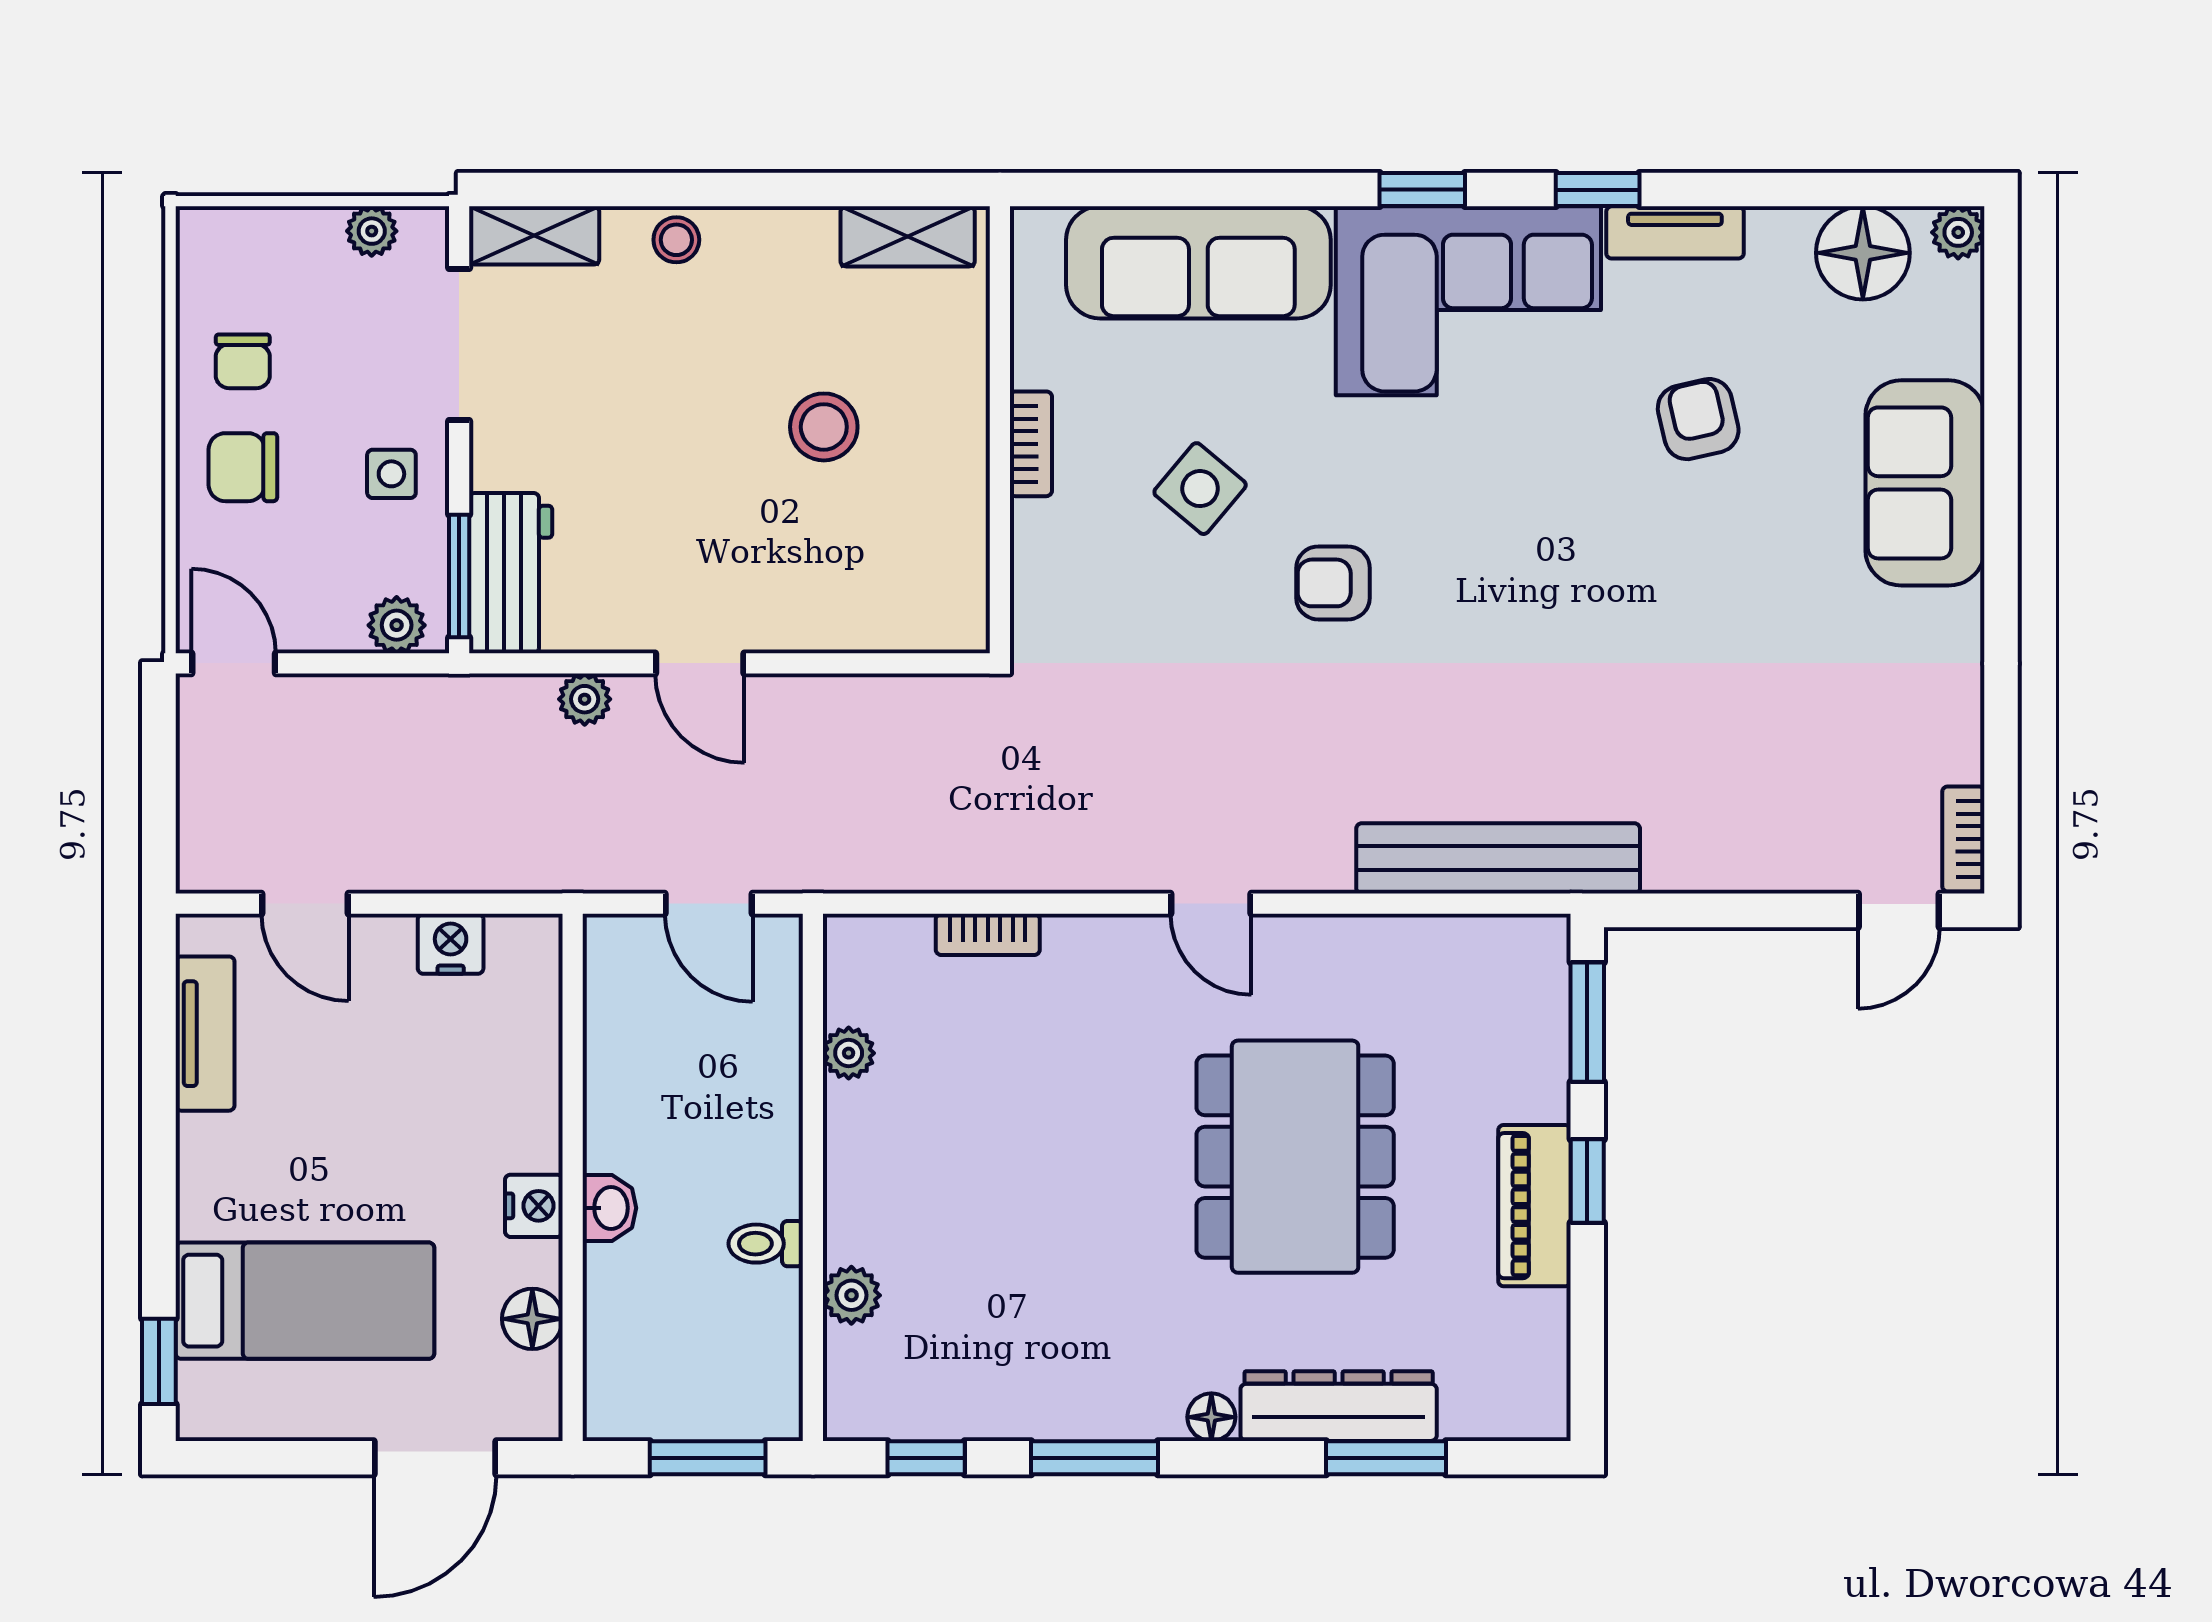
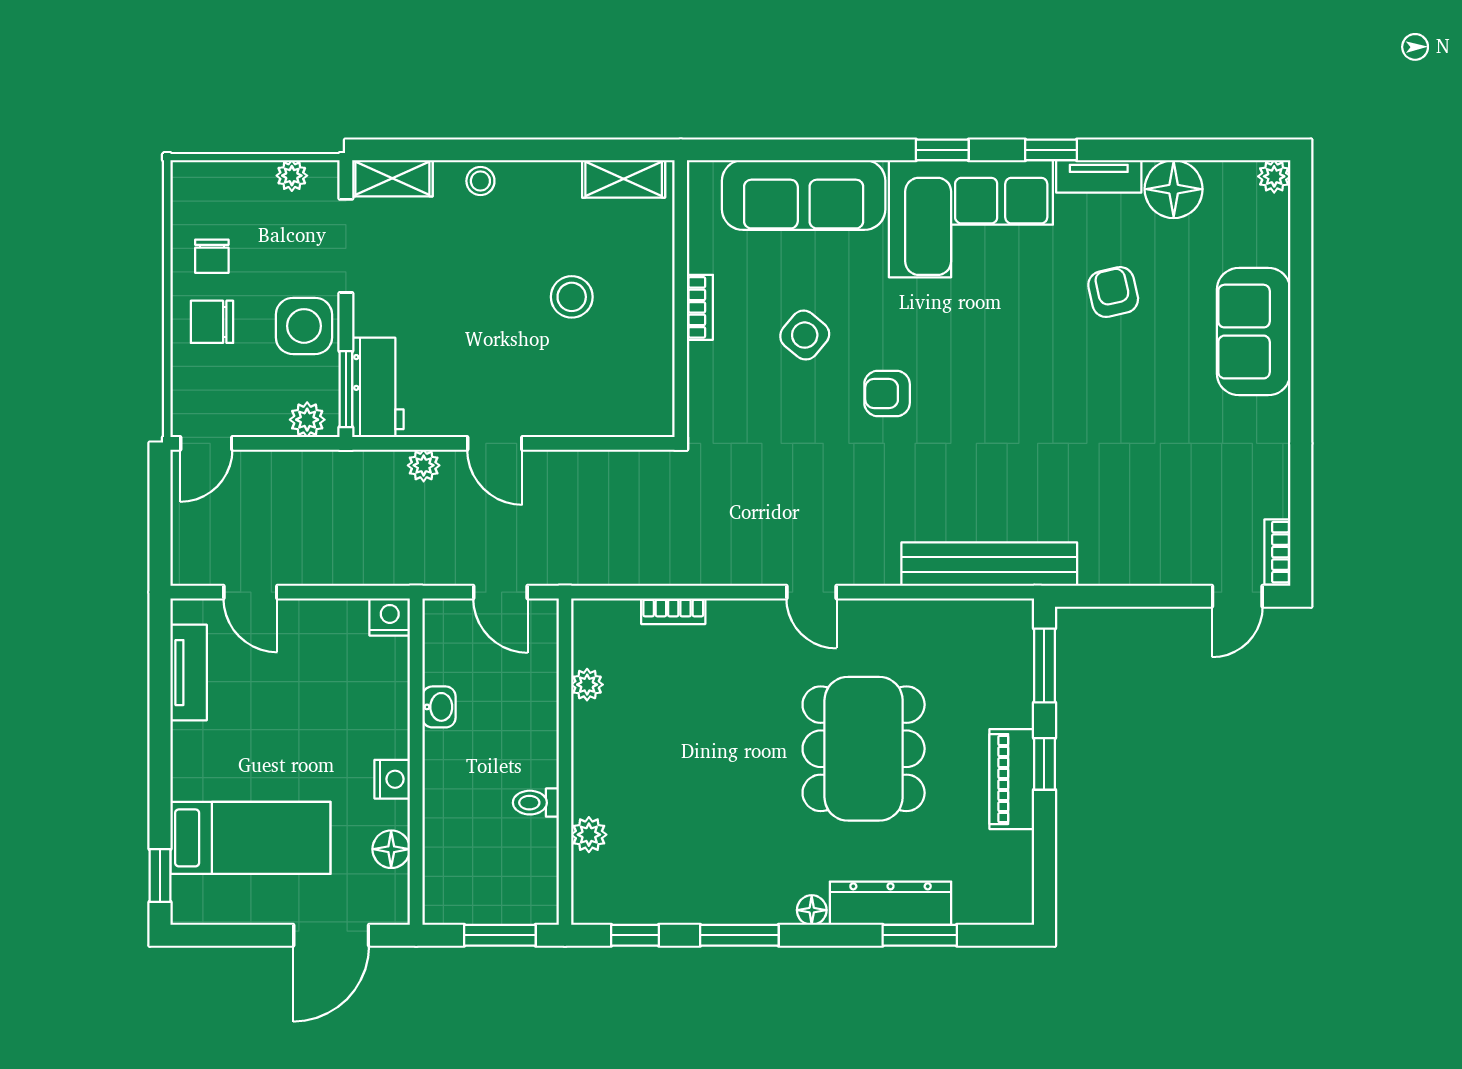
floor lamp: (1863, 253) -> (1174, 189), moved
side table: (391, 474) -> (304, 326), width x1.87, depth x1.87
door: (234, 663) -> (206, 443), swing flipped
nightstand: (451, 944) -> (390, 617), moved
washbasin: (609, 1208) -> (439, 707), moved

